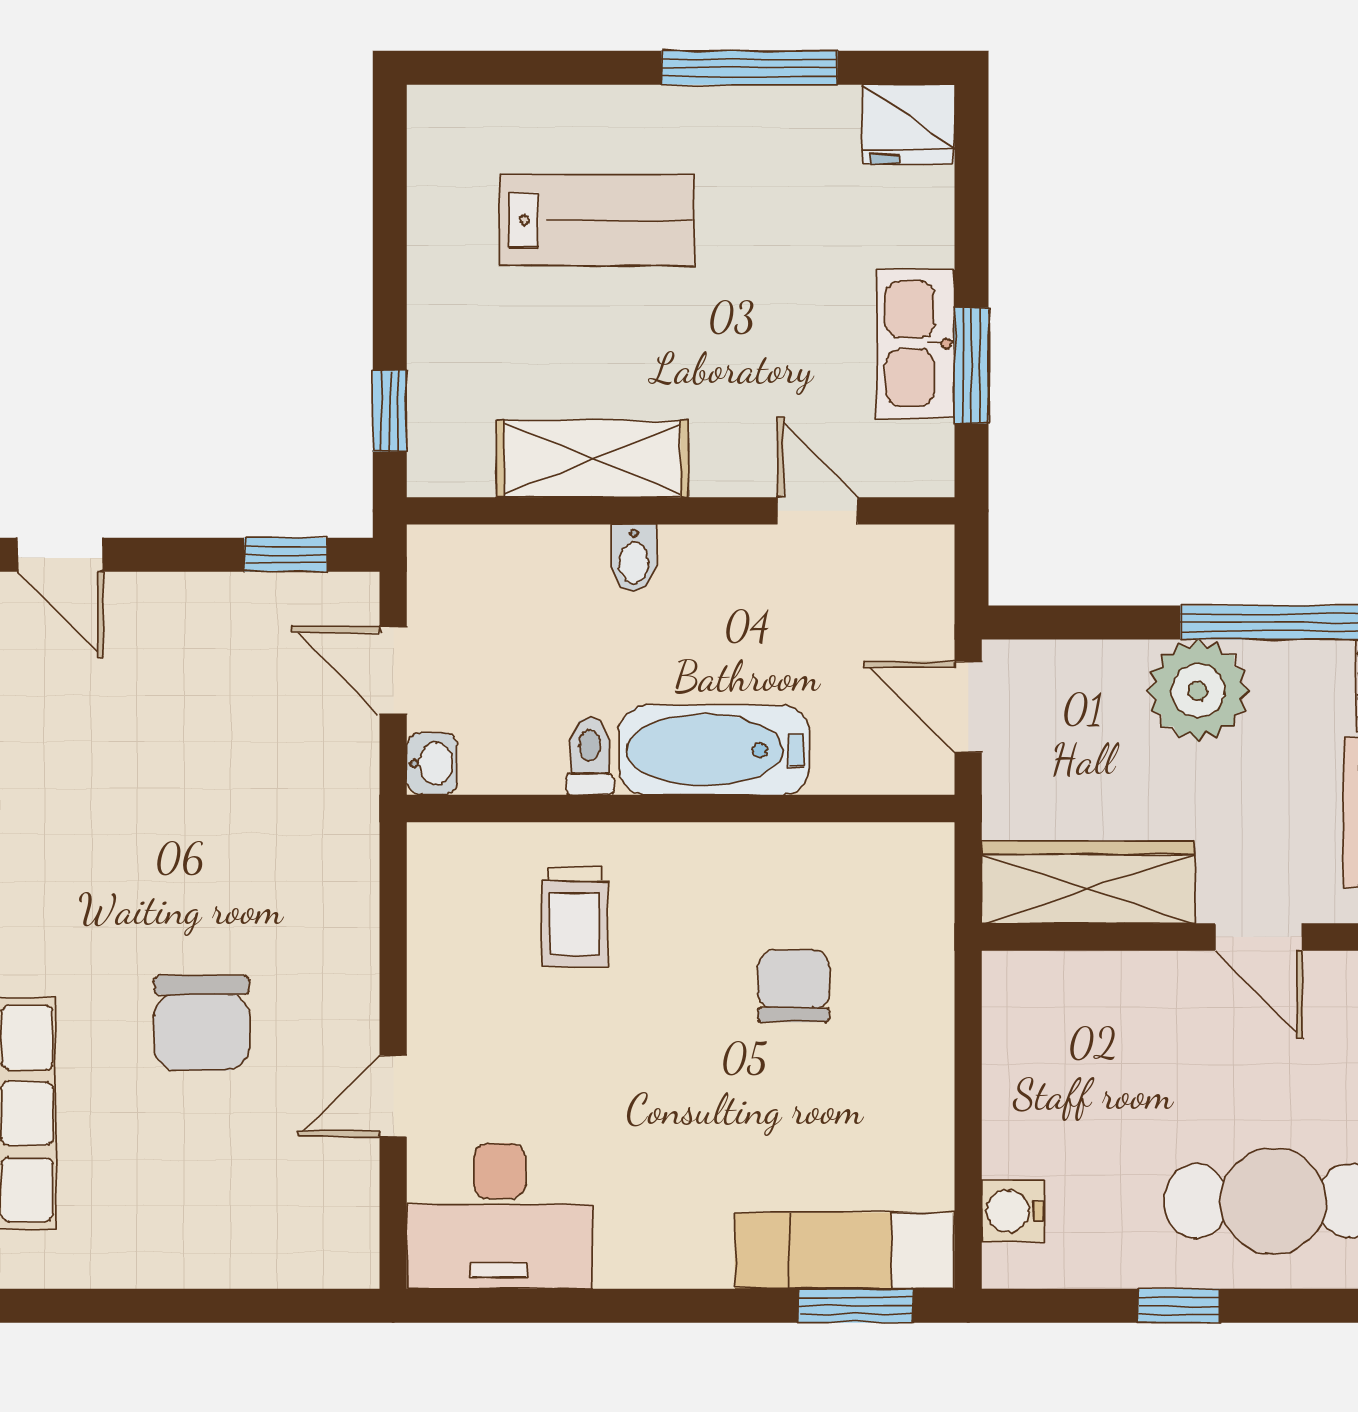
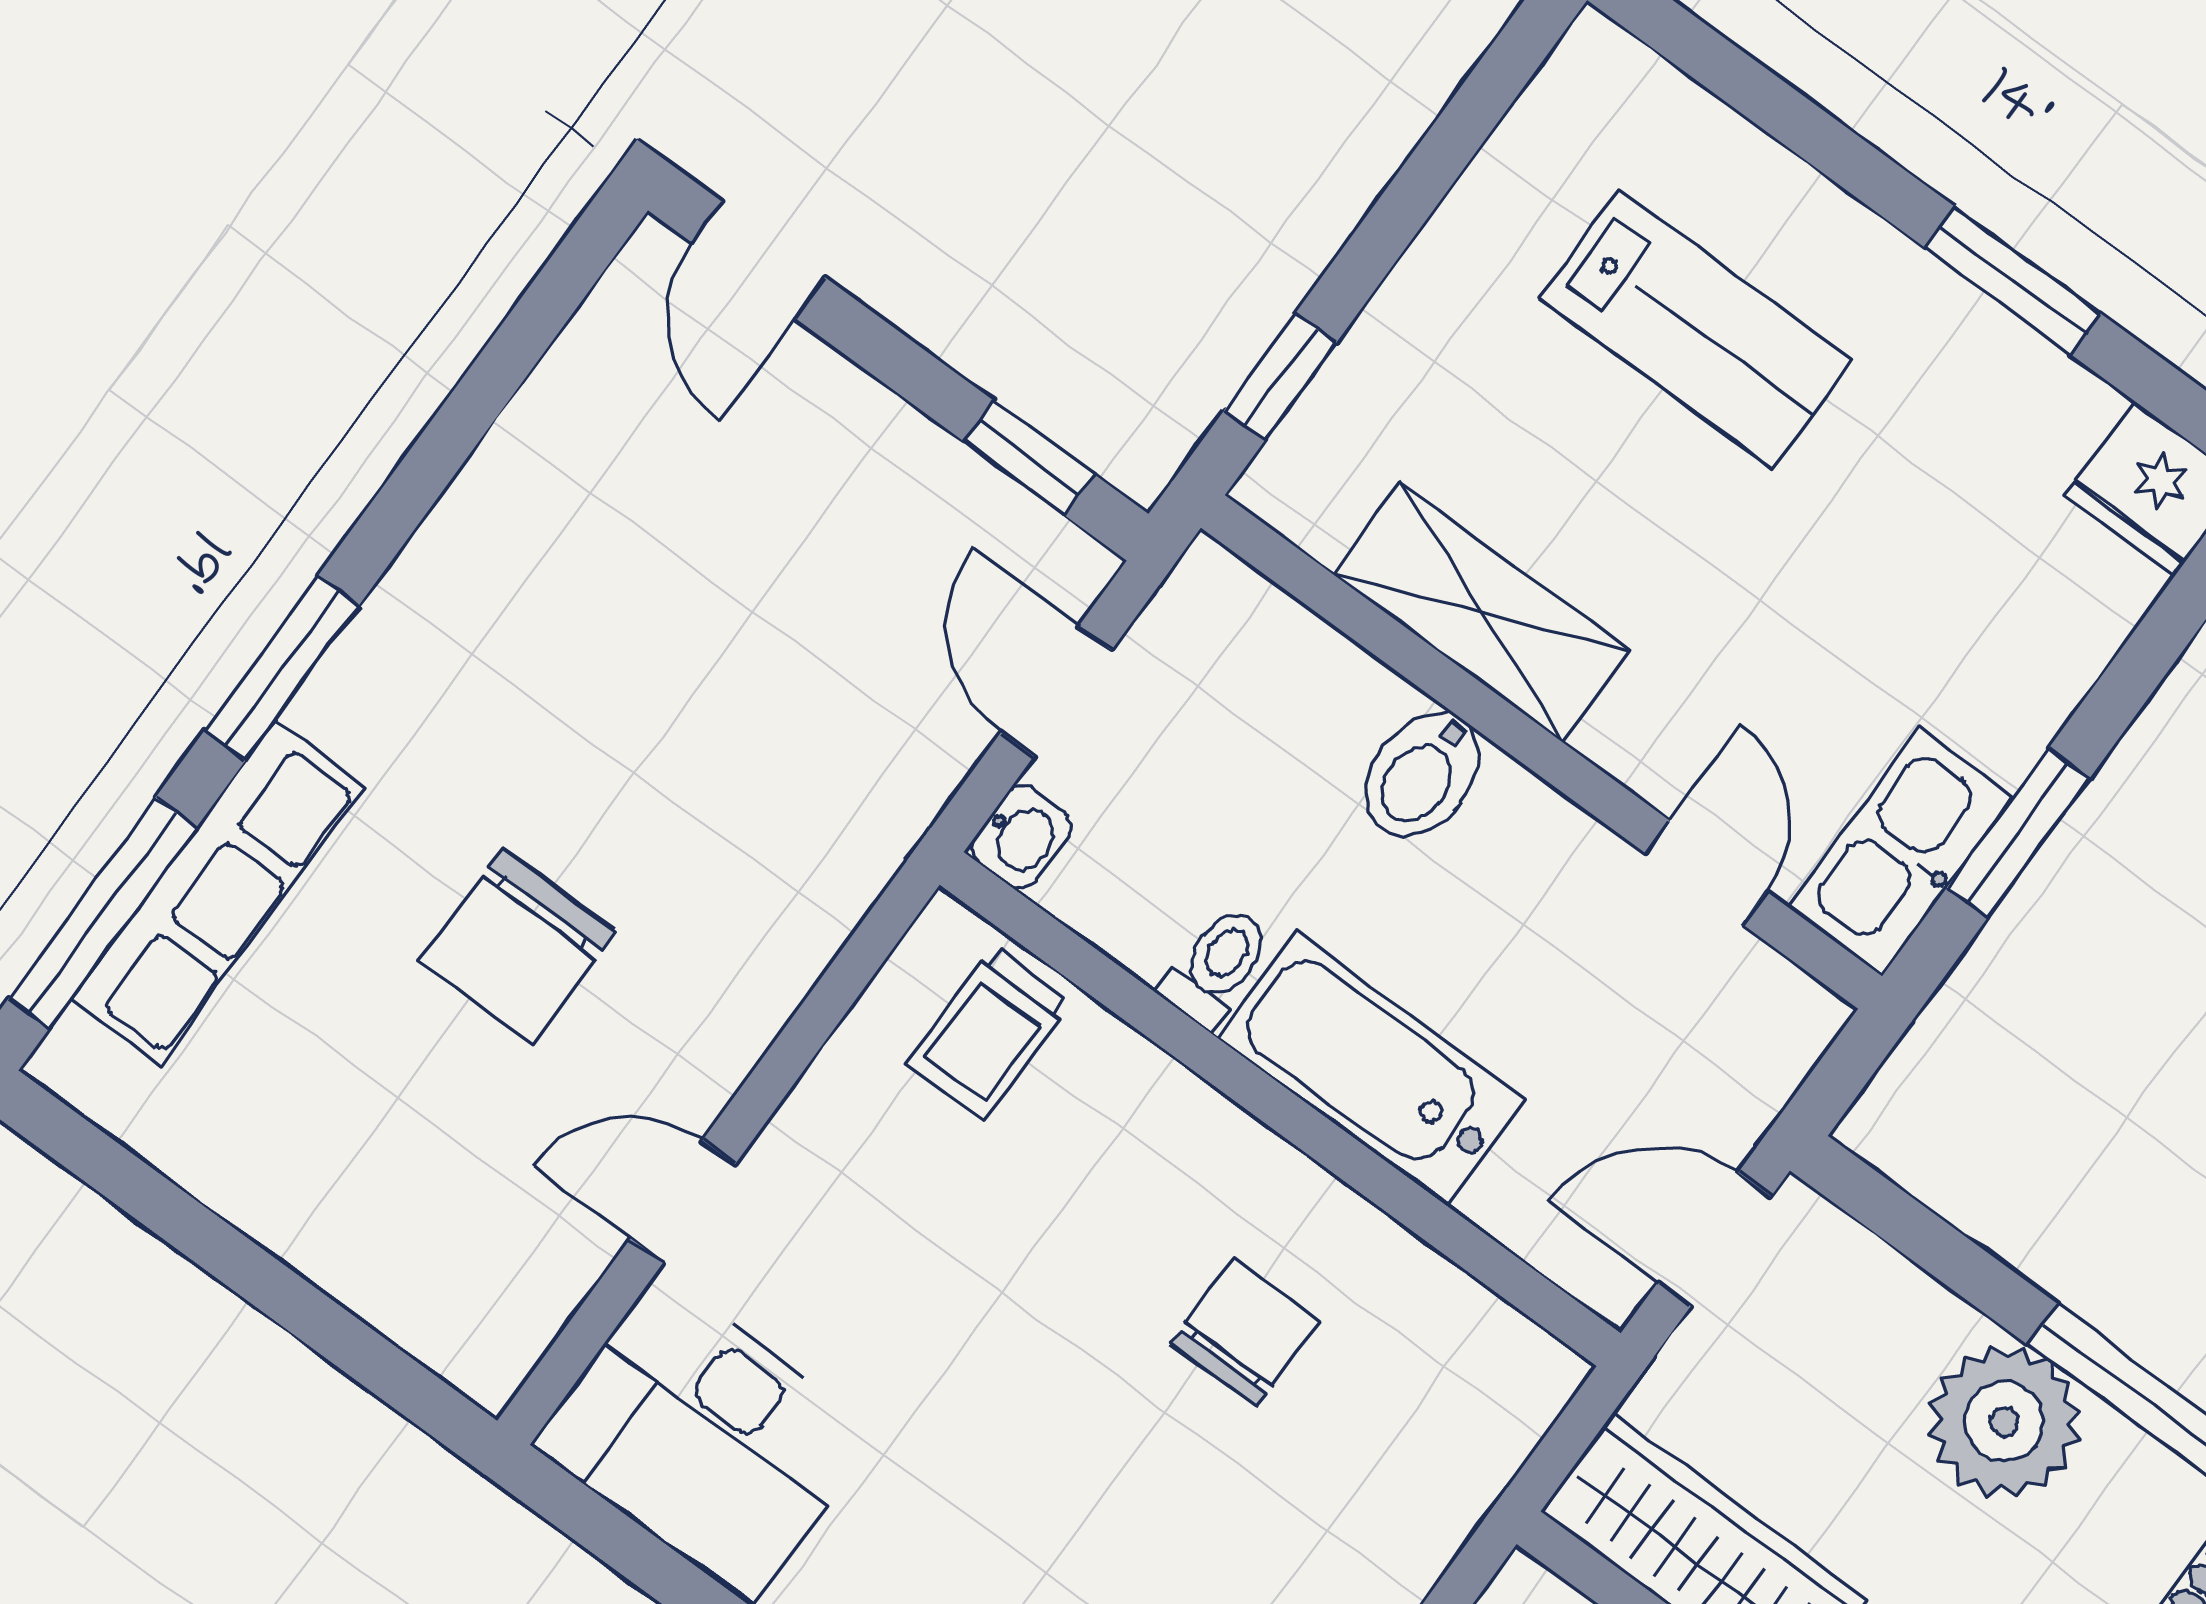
window: (749, 68) -> (2013, 281), width x0.69
kitchen sink: (915, 344) -> (1901, 851), moved
bidet: (634, 558) -> (1422, 774), width x1.38, depth x1.36
door: (968, 707) -> (1714, 1239), hinge flipped
trolley: (575, 917) -> (989, 1033), moved
chair: (794, 986) -> (1245, 1332), moved

